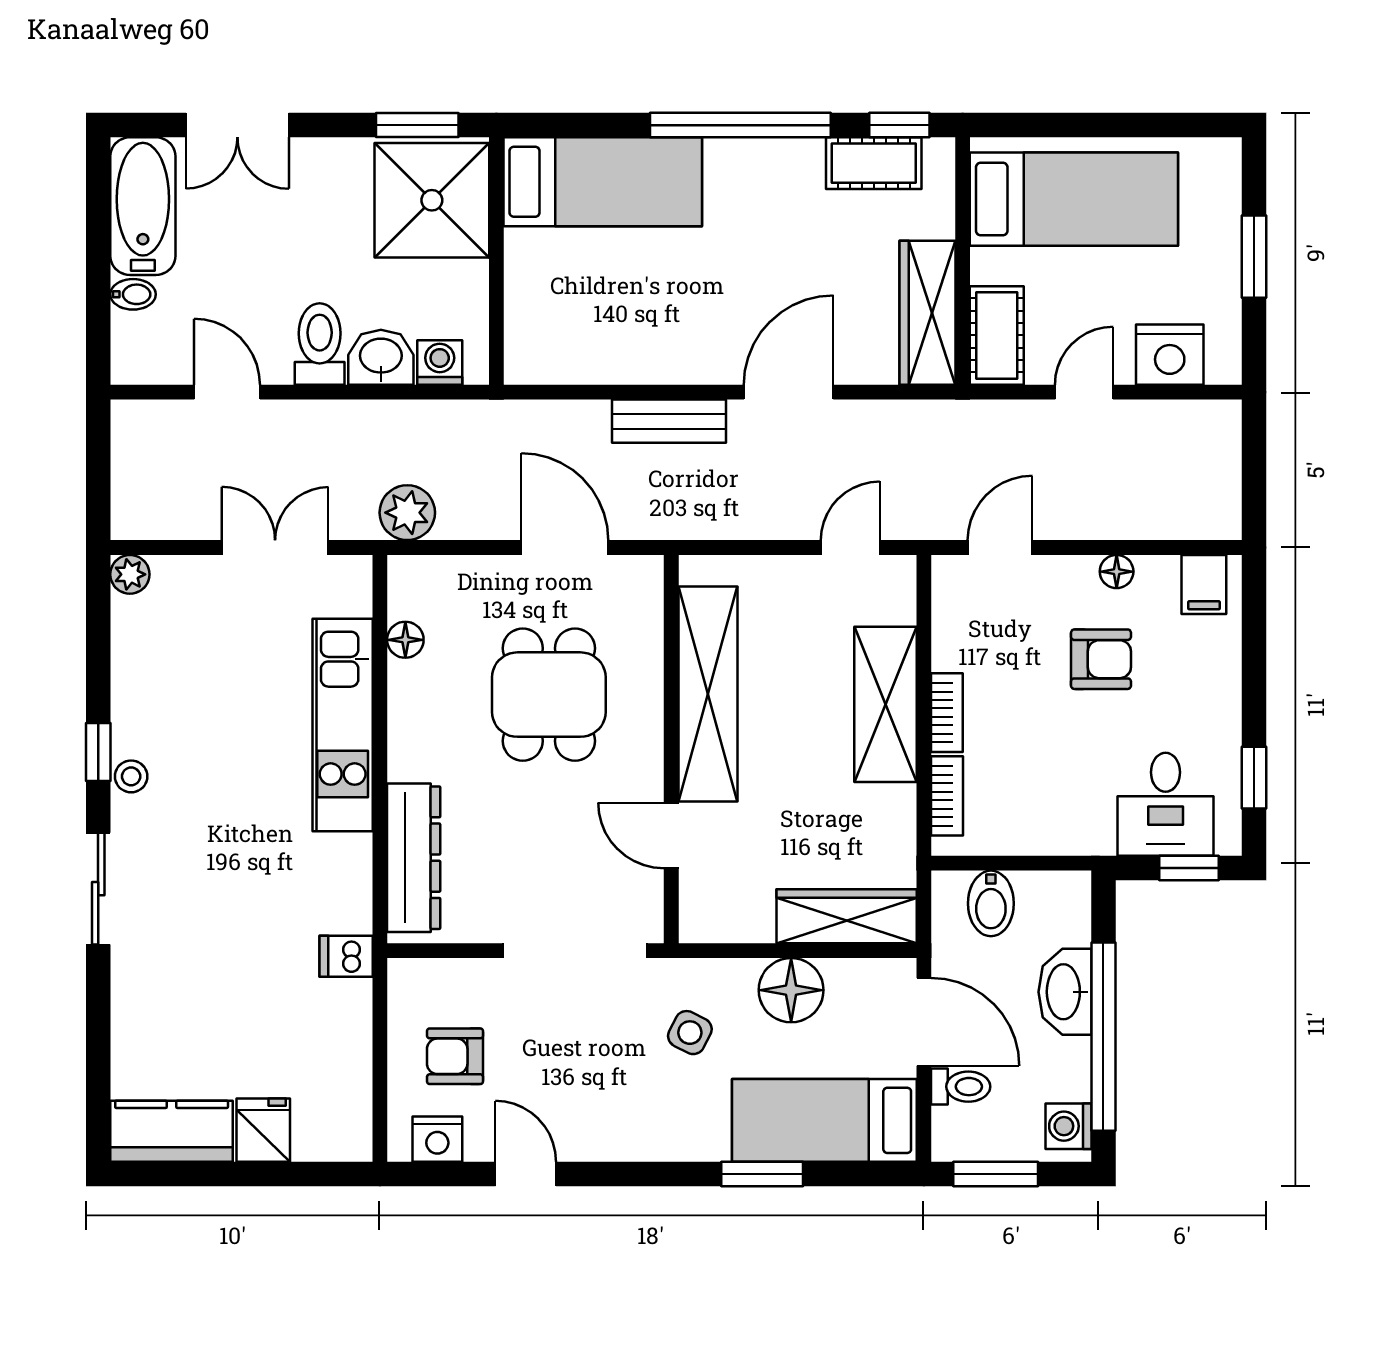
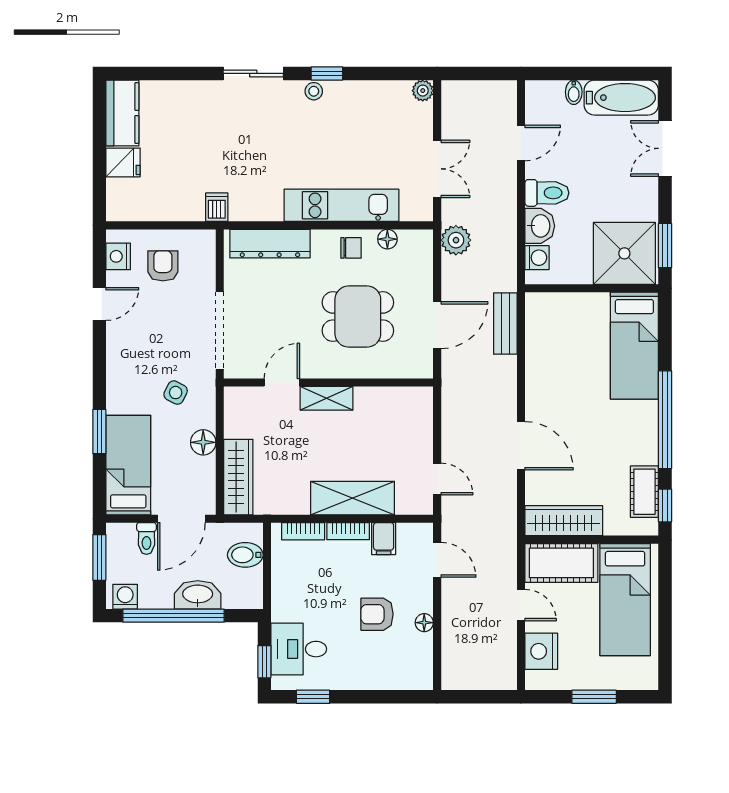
cot: (997, 335) -> (561, 563), width x1.37, depth x1.34
bench: (669, 421) -> (505, 324), moved
filing cabinet: (1204, 584) -> (384, 539), moved, turned -90
armchair: (1101, 659) -> (377, 614), turned 90
shelving: (708, 694) -> (327, 398), width x0.45, depth x0.75
chair: (422, 707) -> (351, 248), added
floor lamp: (791, 990) -> (203, 442), width x0.73, depth x0.73

